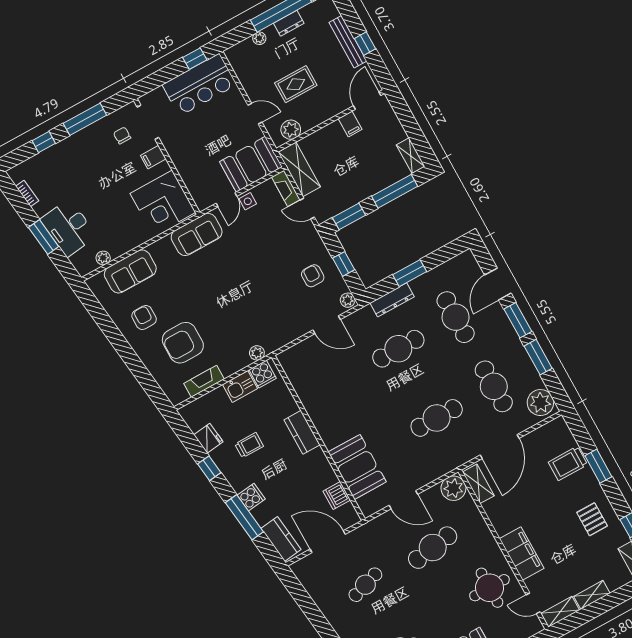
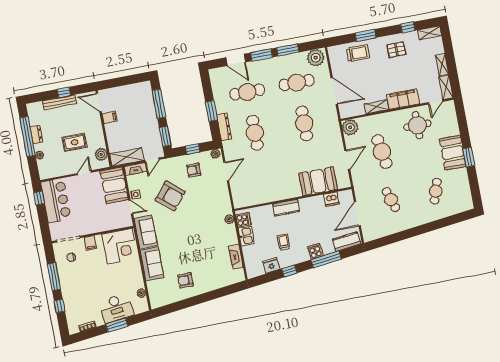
rug: (296, 84) -> (75, 142), turned 90
shelving: (411, 156) -> (141, 87), removed
sofa: (130, 271) -> (152, 264), moved
armchair: (183, 343) -> (170, 196), moved, turned -50
trolley: (568, 463) -> (358, 53), turned -90
shelving: (478, 484) -> (376, 107), moved

